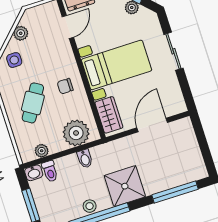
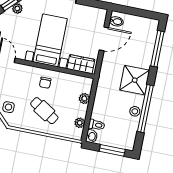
door: (152, 125) -> (104, 39), swing flipped
plant: (76, 133) -> (84, 99), width x0.53, depth x0.53
bidet: (85, 159) -> (116, 21), moved

